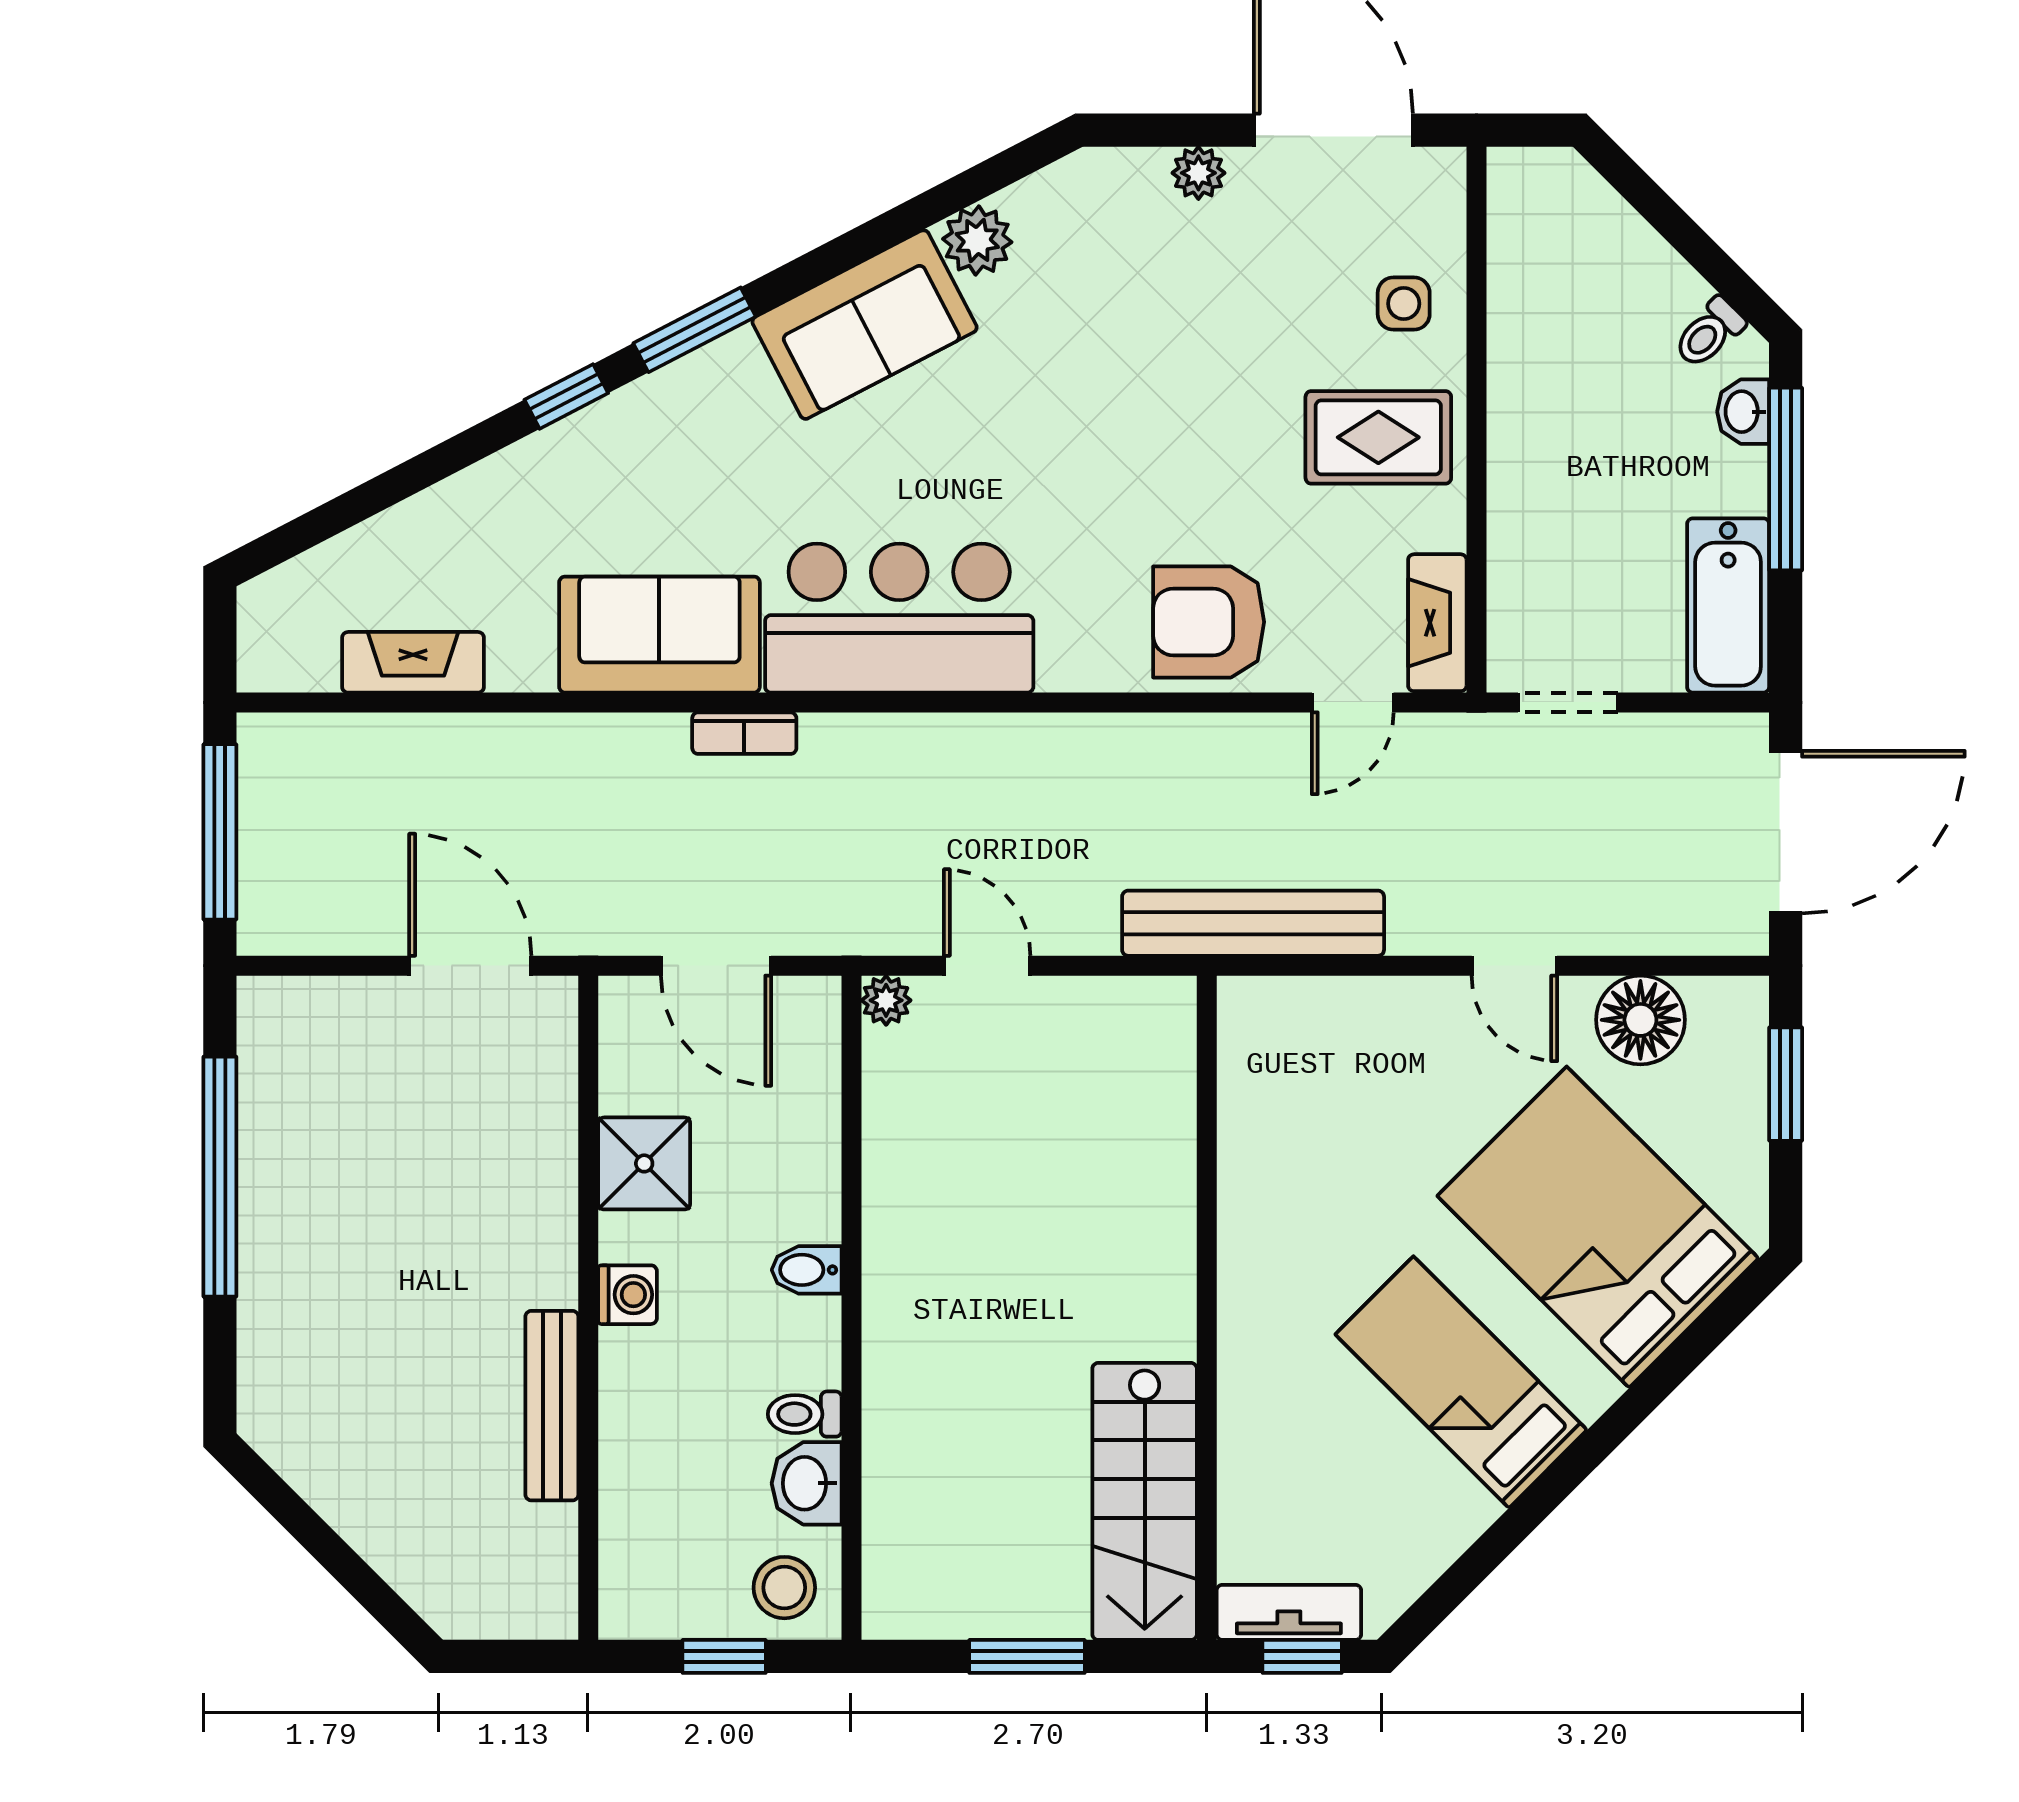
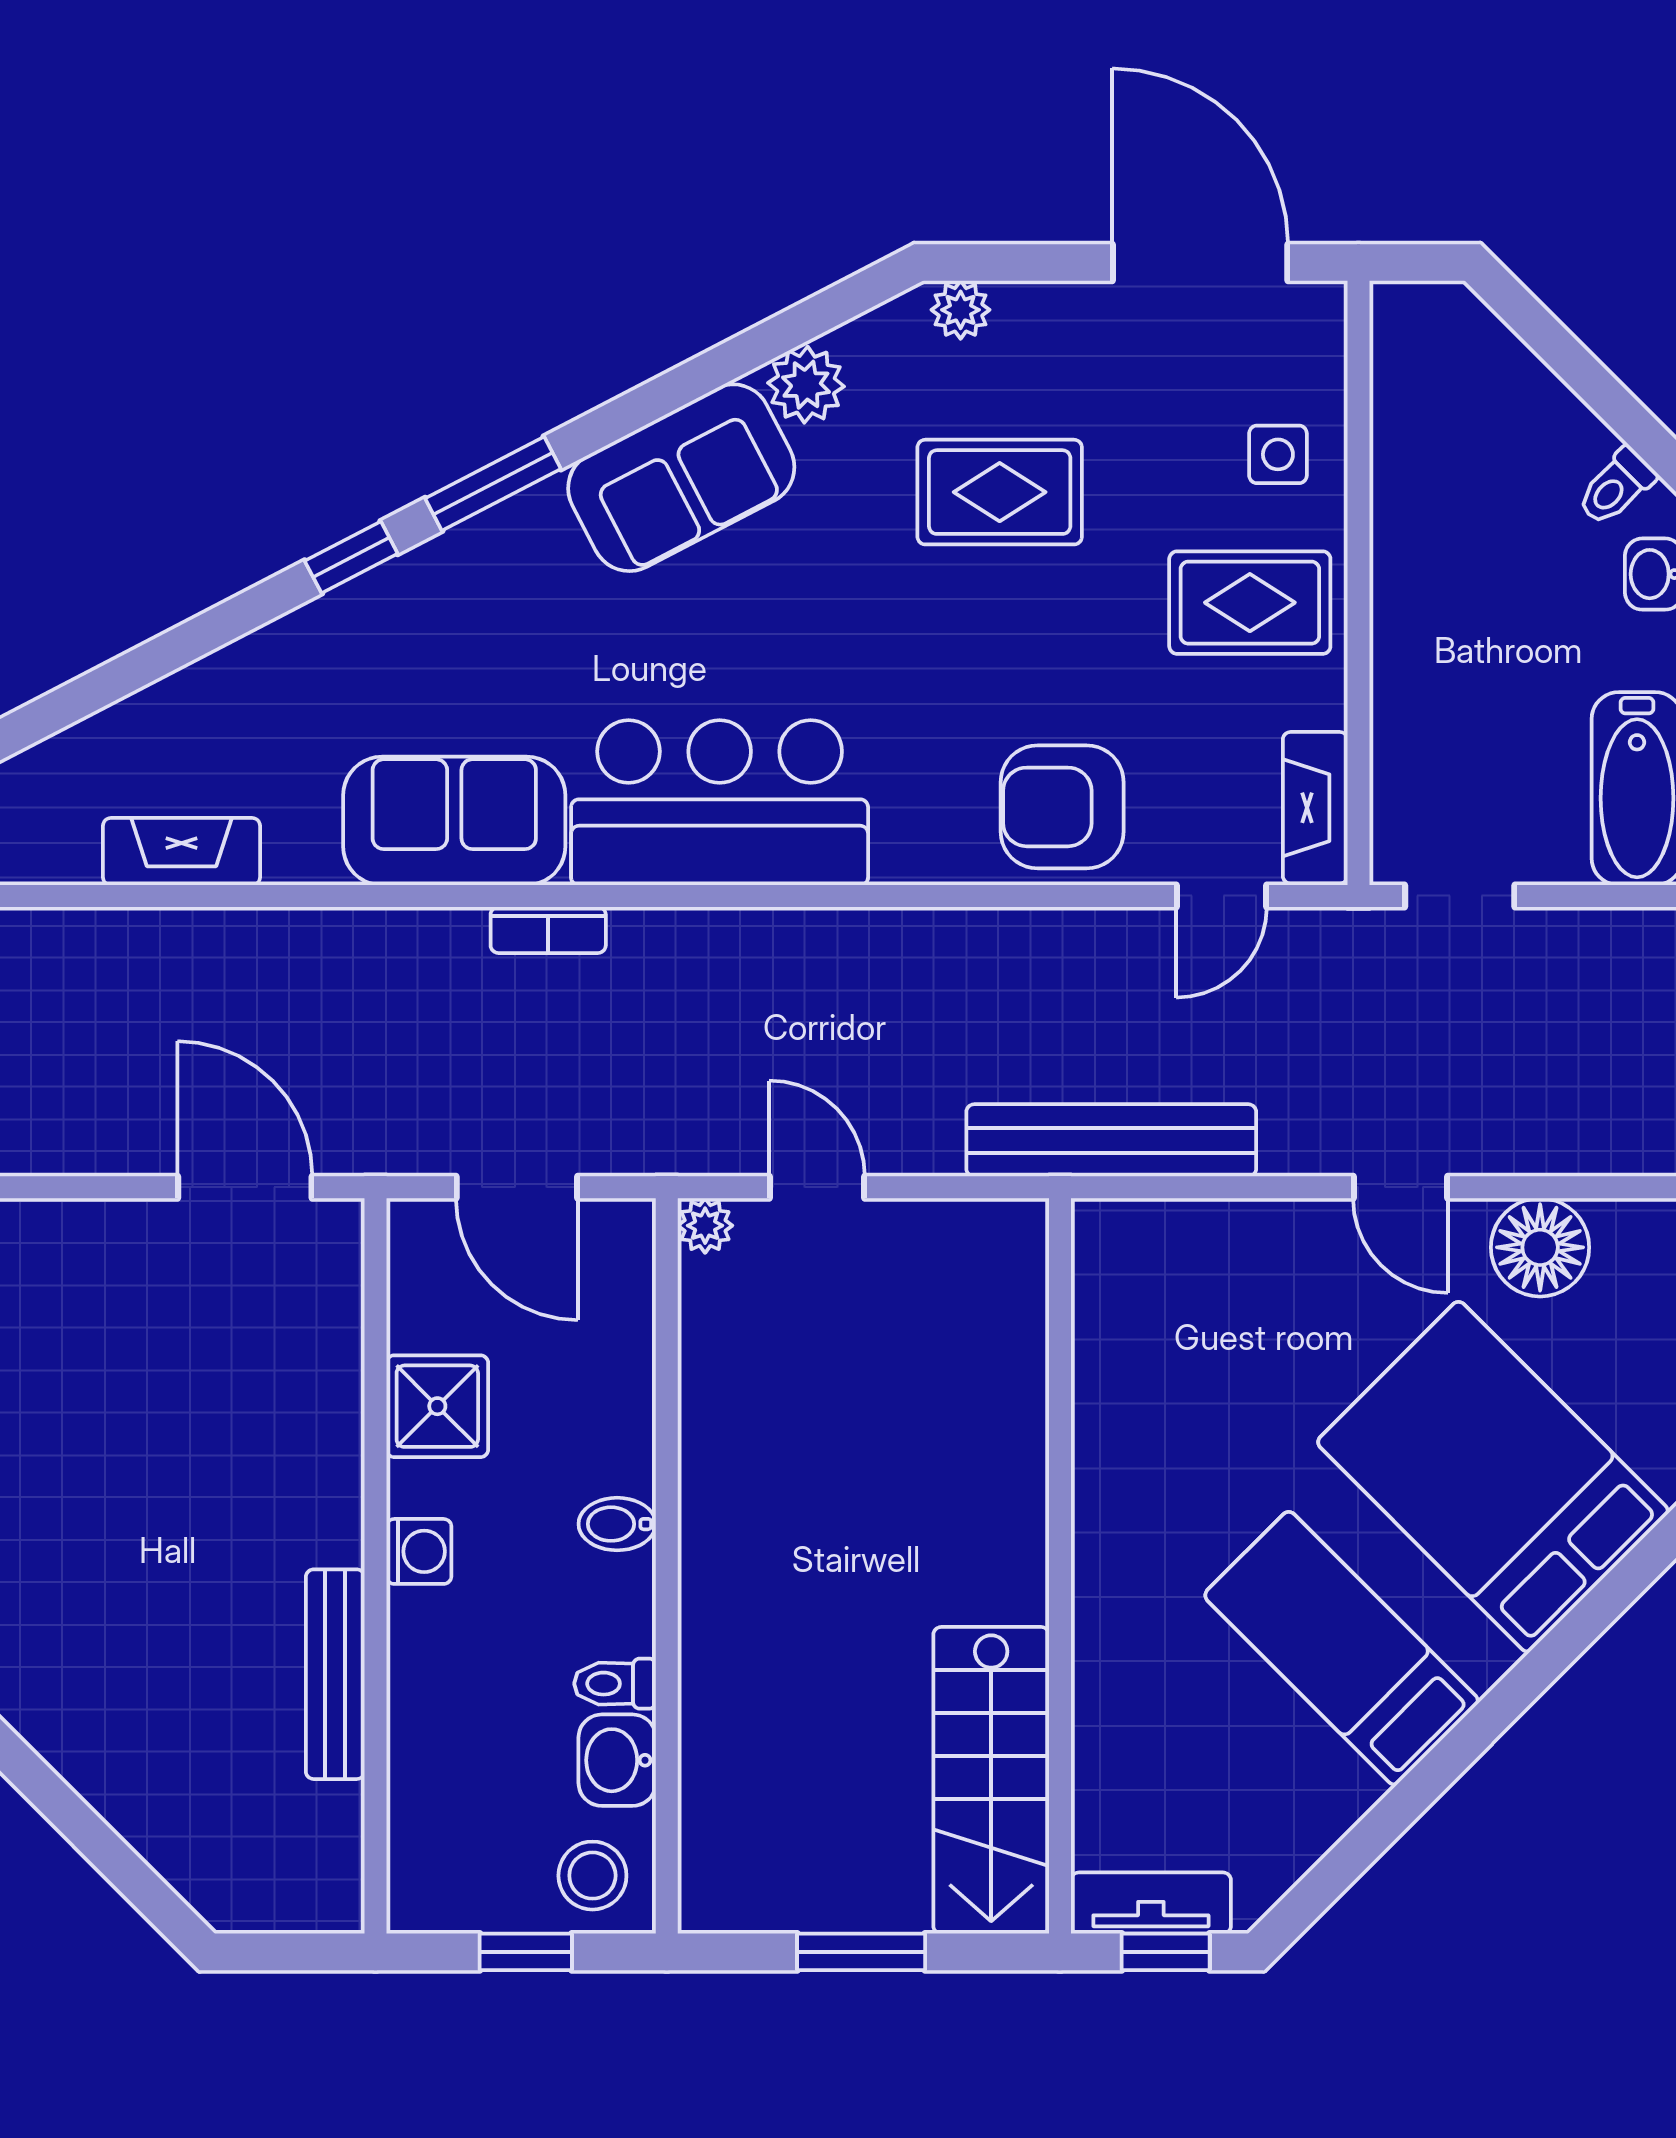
plant: (1198, 173) -> (961, 310), moved
rug: (1152, 338) -> (1000, 492), added

